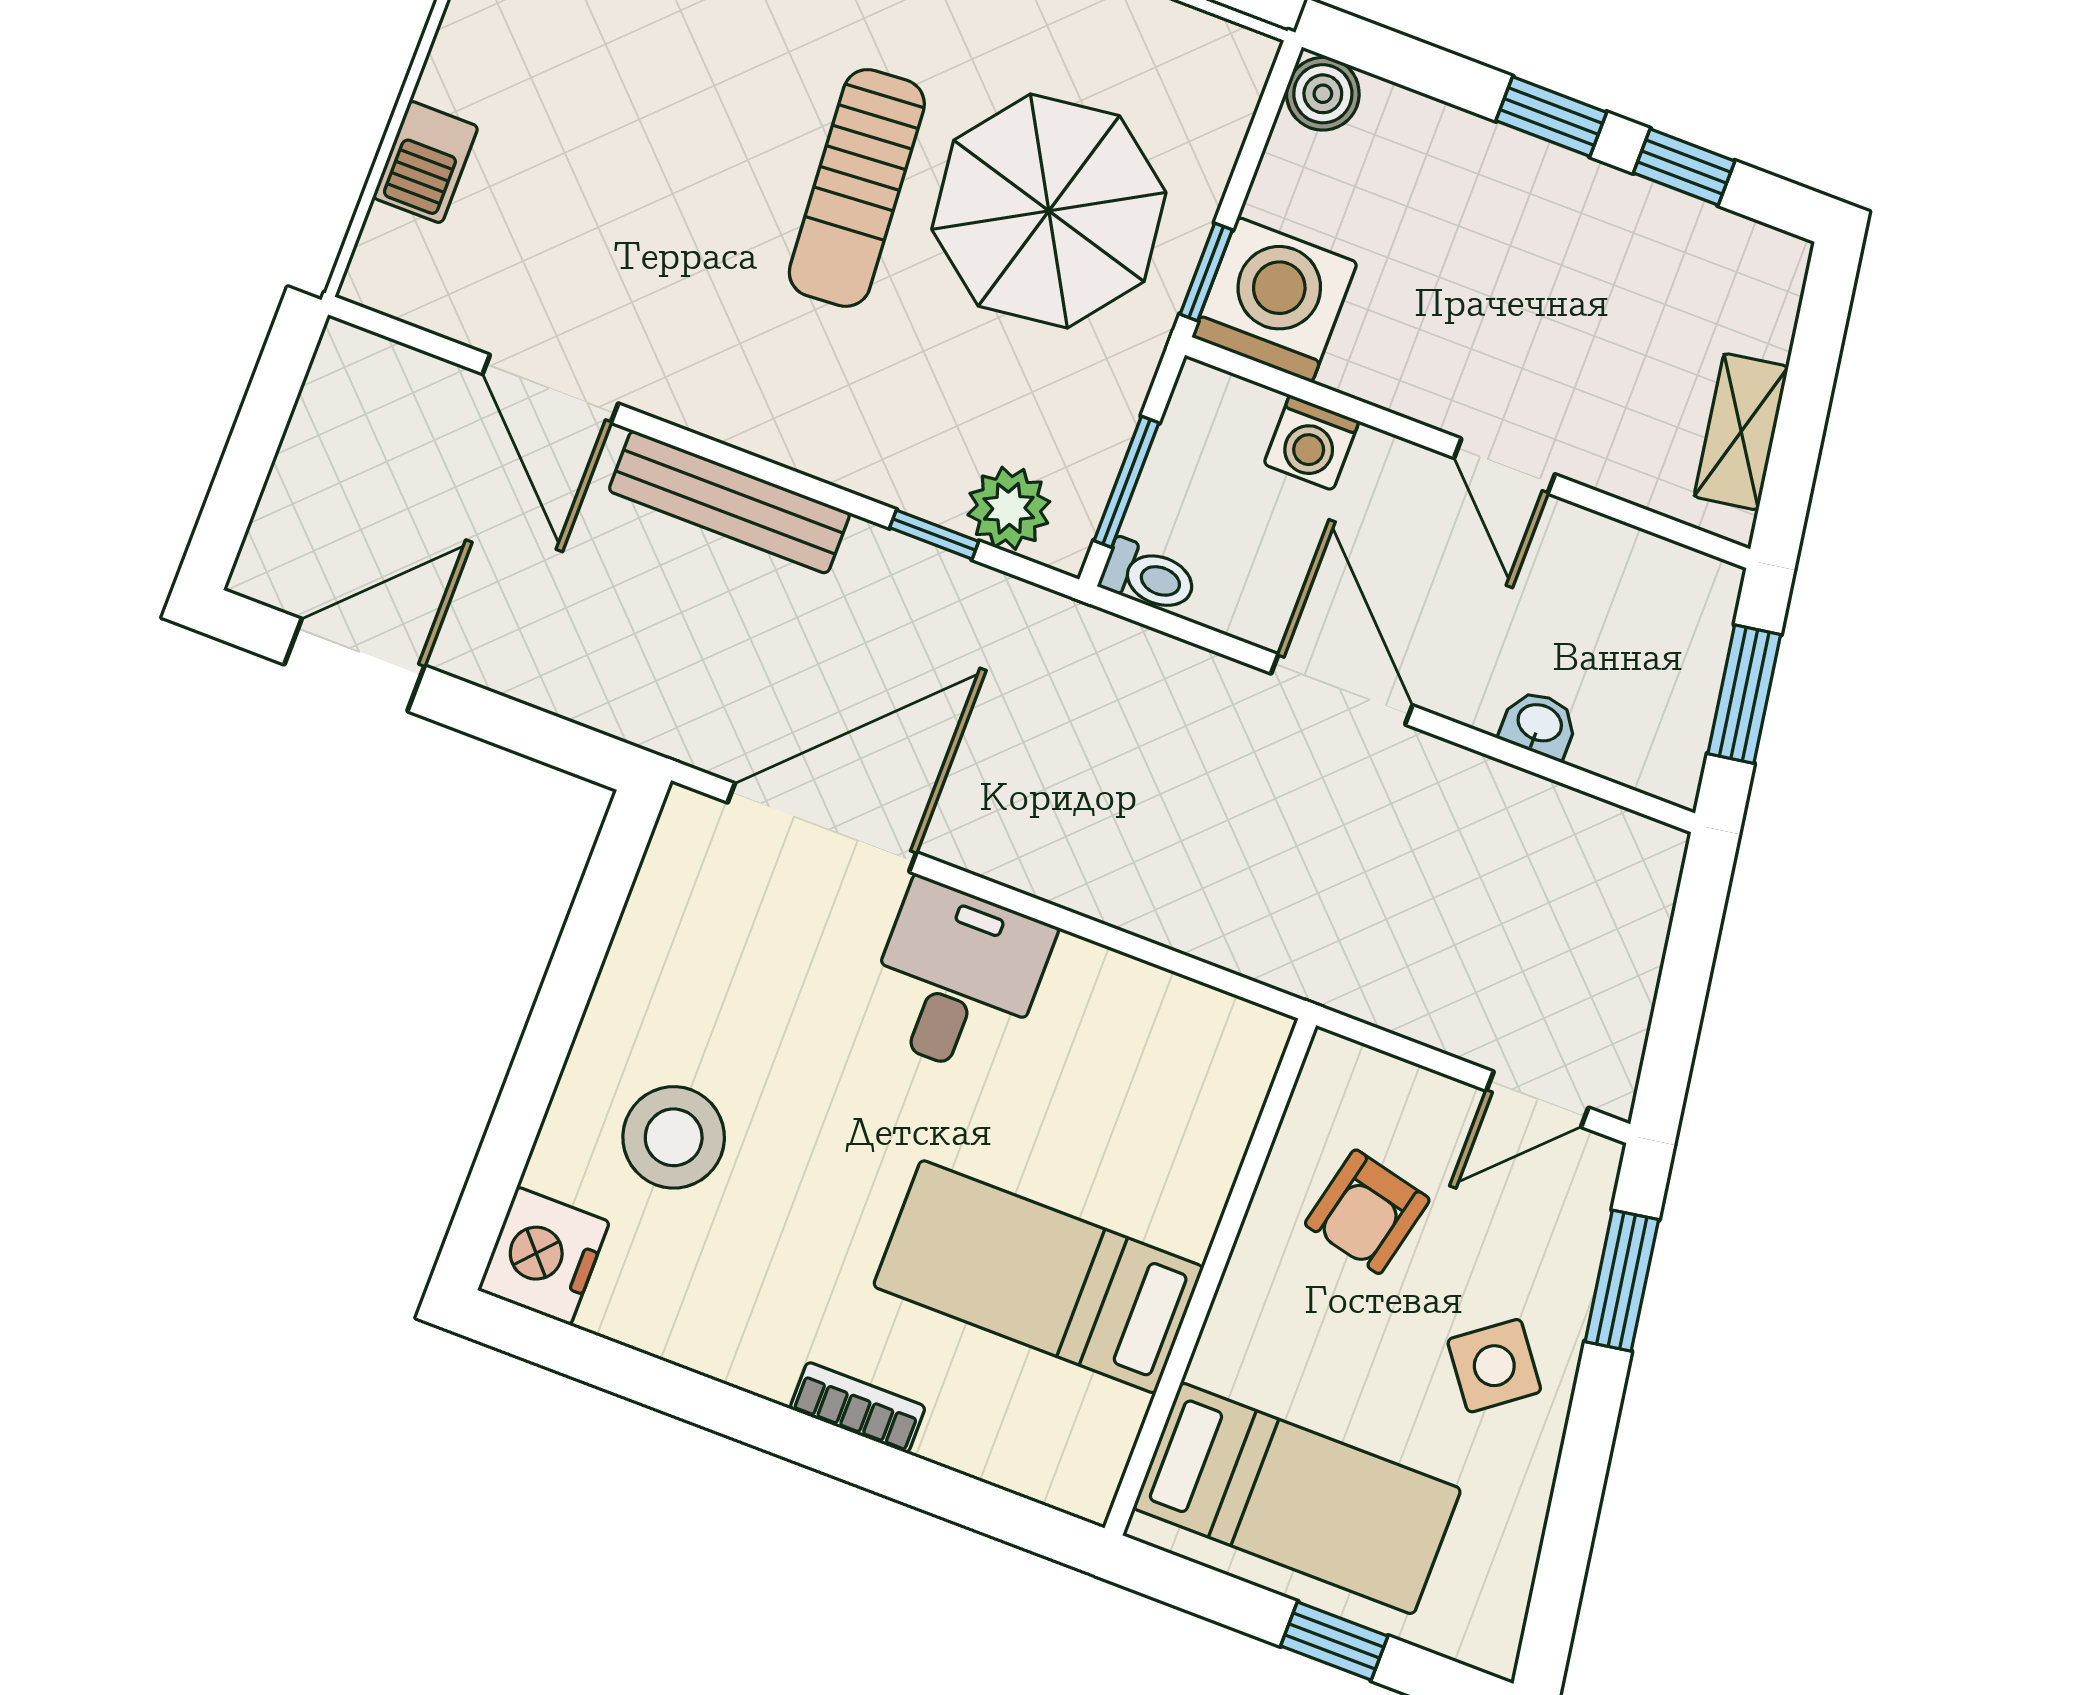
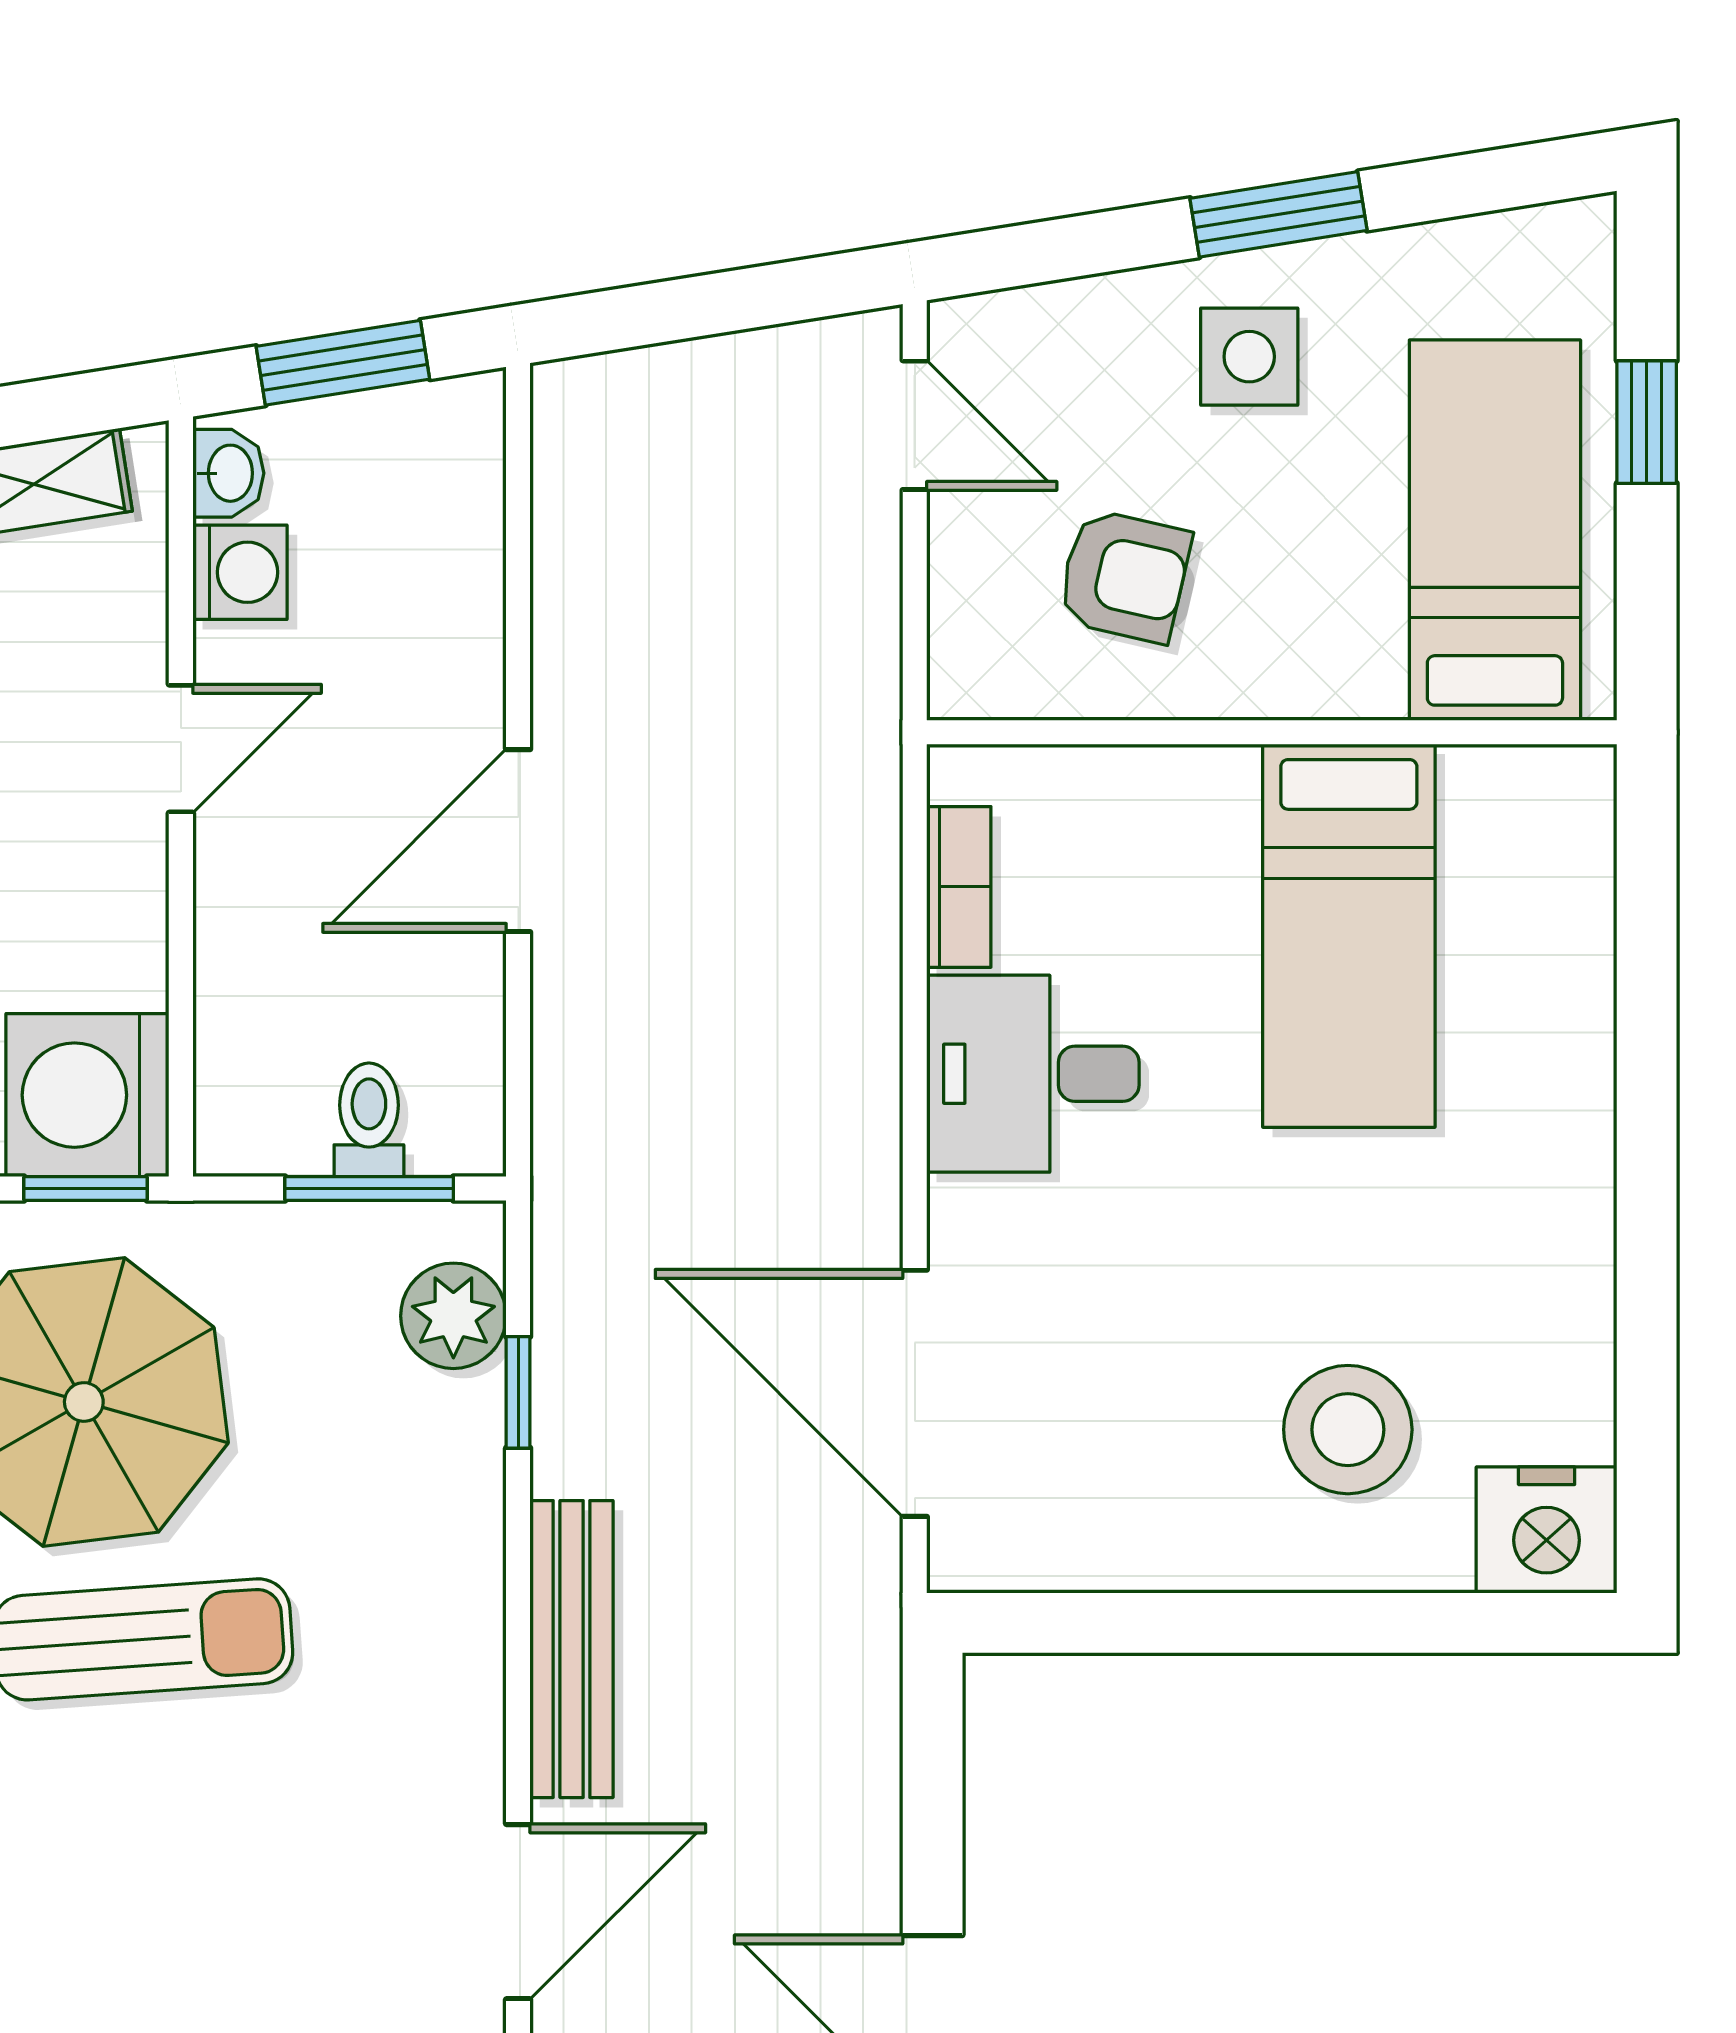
washing machine: (1311, 443) -> (240, 572), moved
toilet: (1149, 576) -> (369, 1120), moved
washbasin: (1539, 724) -> (228, 473), moved, turned 180
desk: (957, 979) -> (1033, 1074), moved
window: (1622, 1281) -> (1278, 214), moved
side table: (1494, 1366) -> (1249, 357), turned 37
bookcase: (858, 1408) -> (959, 887), moved, turned 180

